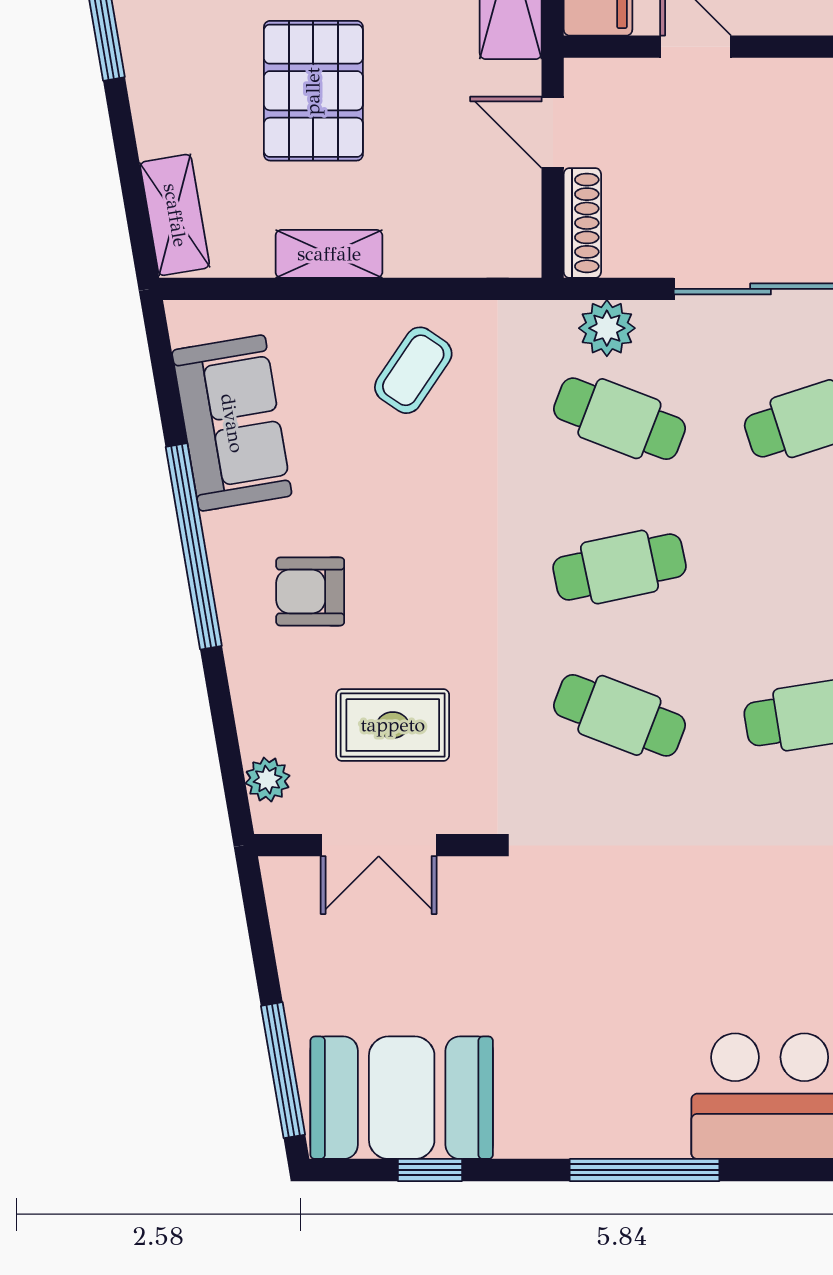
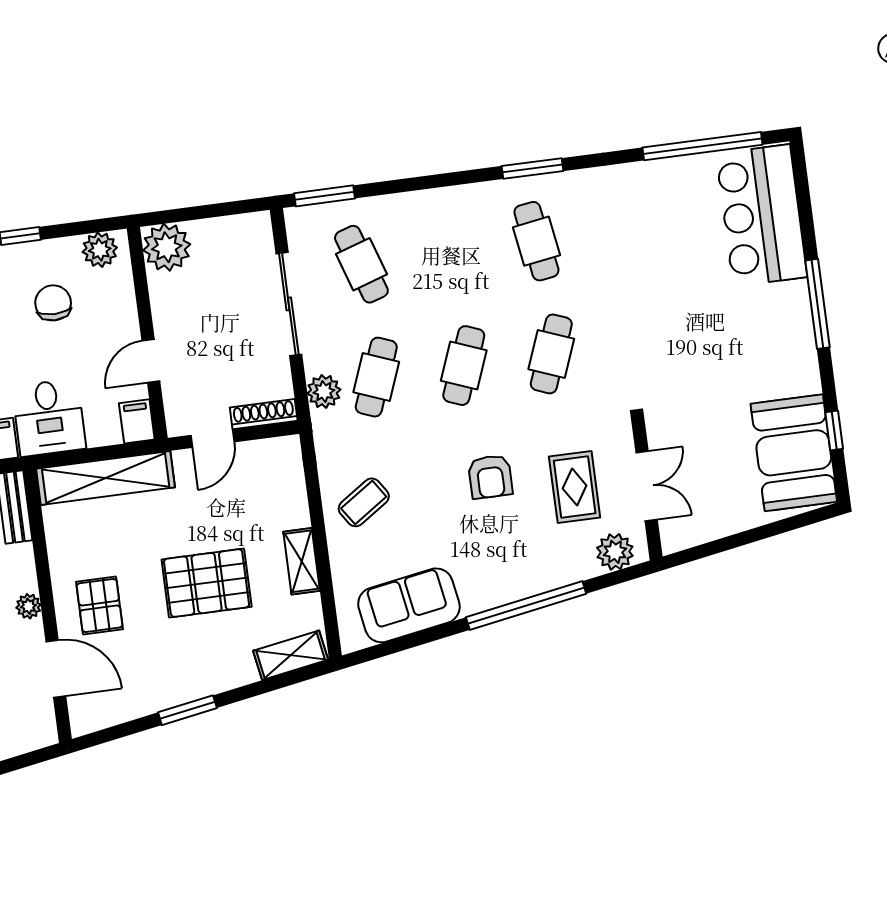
coffee table: (413, 370) -> (364, 502), turned -68
window: (194, 546) -> (526, 605), moved
cafe table: (619, 567) -> (464, 366), turned 33
armchair: (310, 591) -> (490, 477), moved
plant: (268, 780) -> (615, 552), width x1.38, depth x1.38
window: (283, 1070) -> (787, 525), removed

